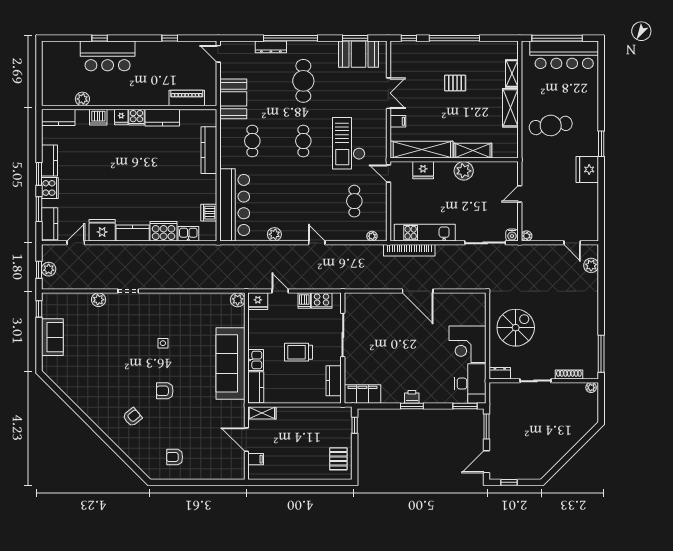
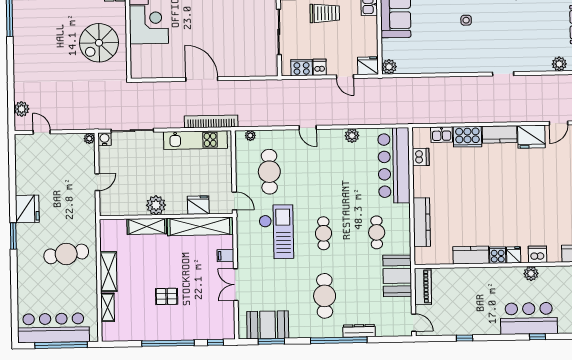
piano: (187, 98) -> (423, 286), moved, turned -90
plant: (82, 99) -> (531, 274), moved
cafe table: (354, 201) -> (269, 172), width x1.37, depth x1.35
plant: (99, 300) -> (559, 64), moved

